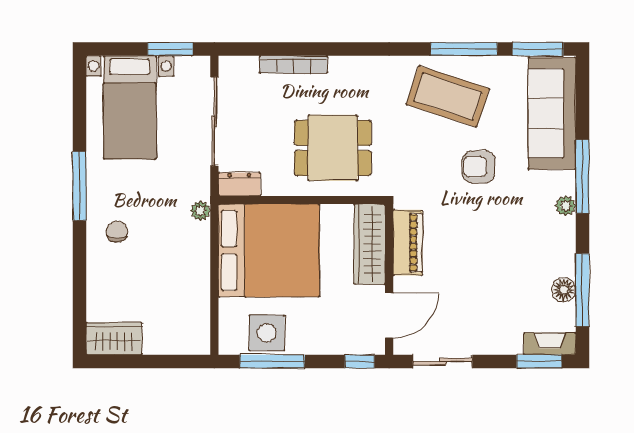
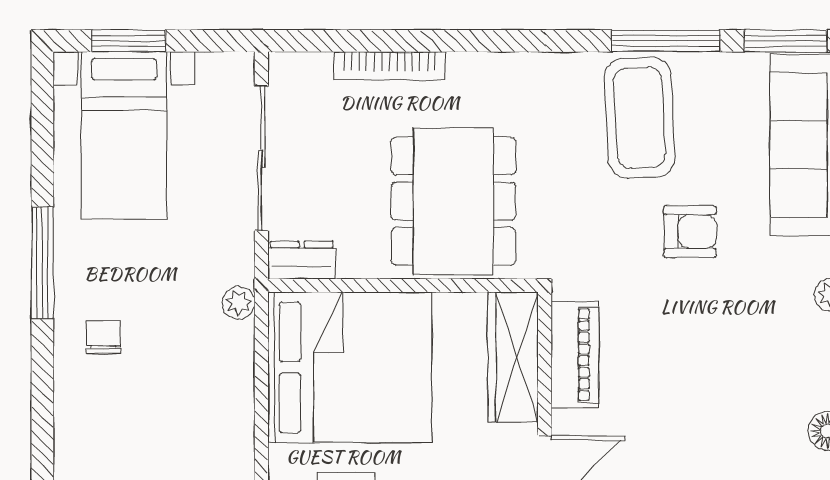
window: (170, 49) -> (129, 41), moved
coffee table: (448, 97) -> (640, 118), turned 69
dining table: (333, 148) -> (453, 201), width x1.37
armchair: (479, 167) -> (690, 232), turned 180

